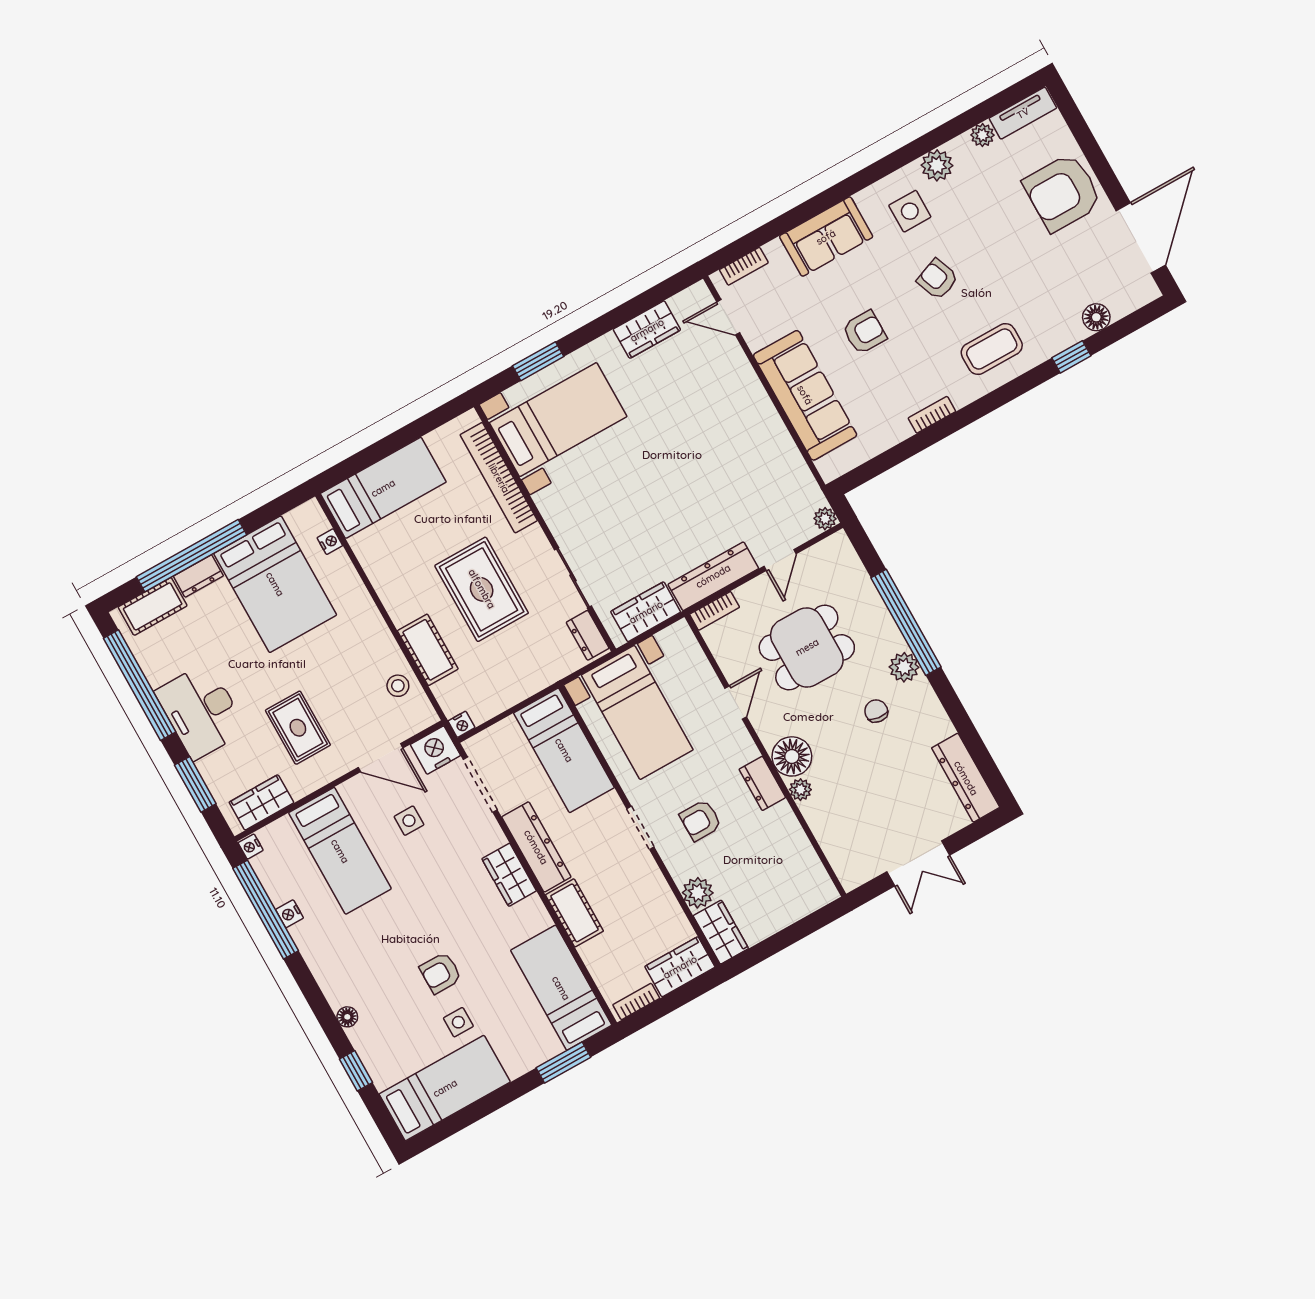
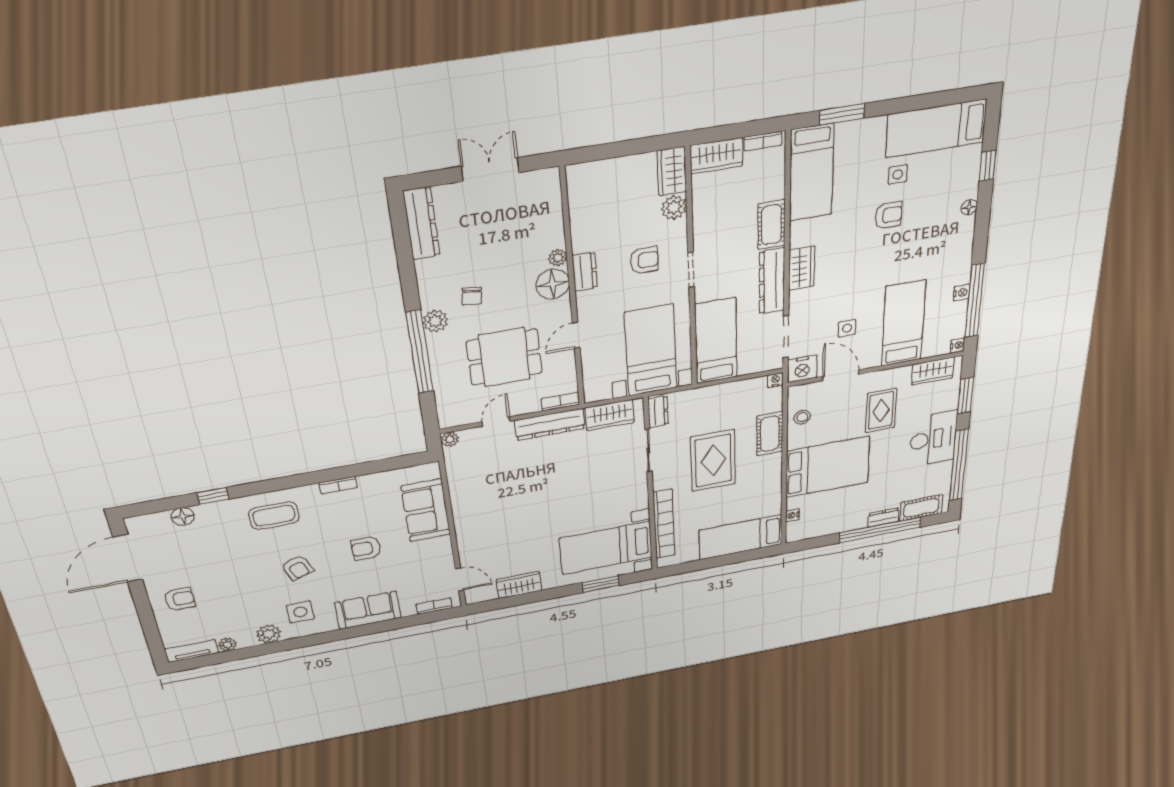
armchair: (1062, 192) -> (180, 599), width x0.53, depth x0.53
sofa: (805, 395) -> (426, 510), width x0.73
bed: (275, 584) -> (827, 467), moved, turned 90

